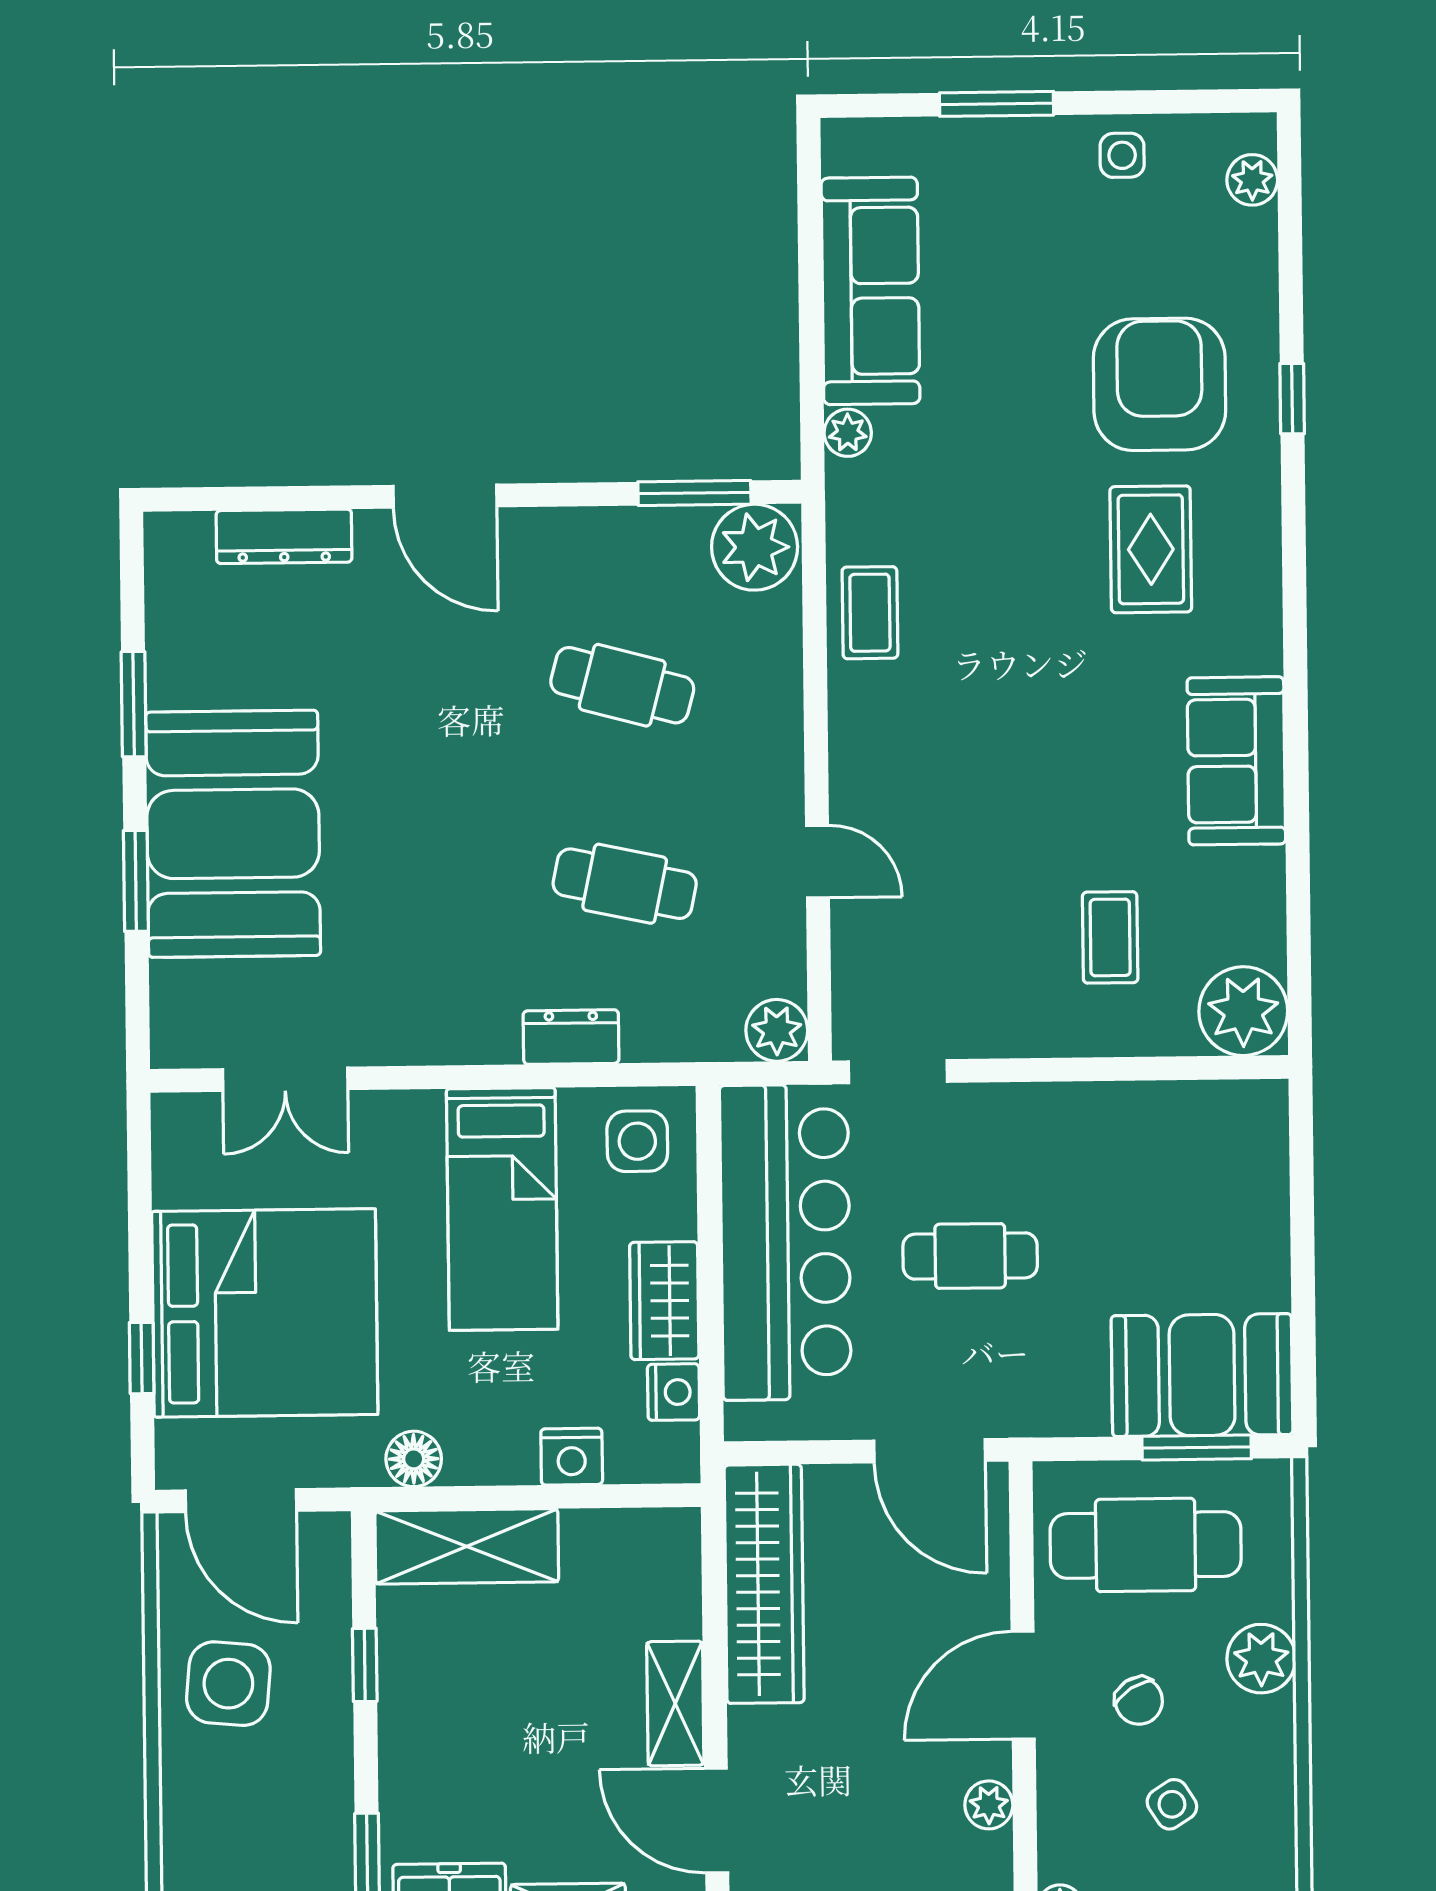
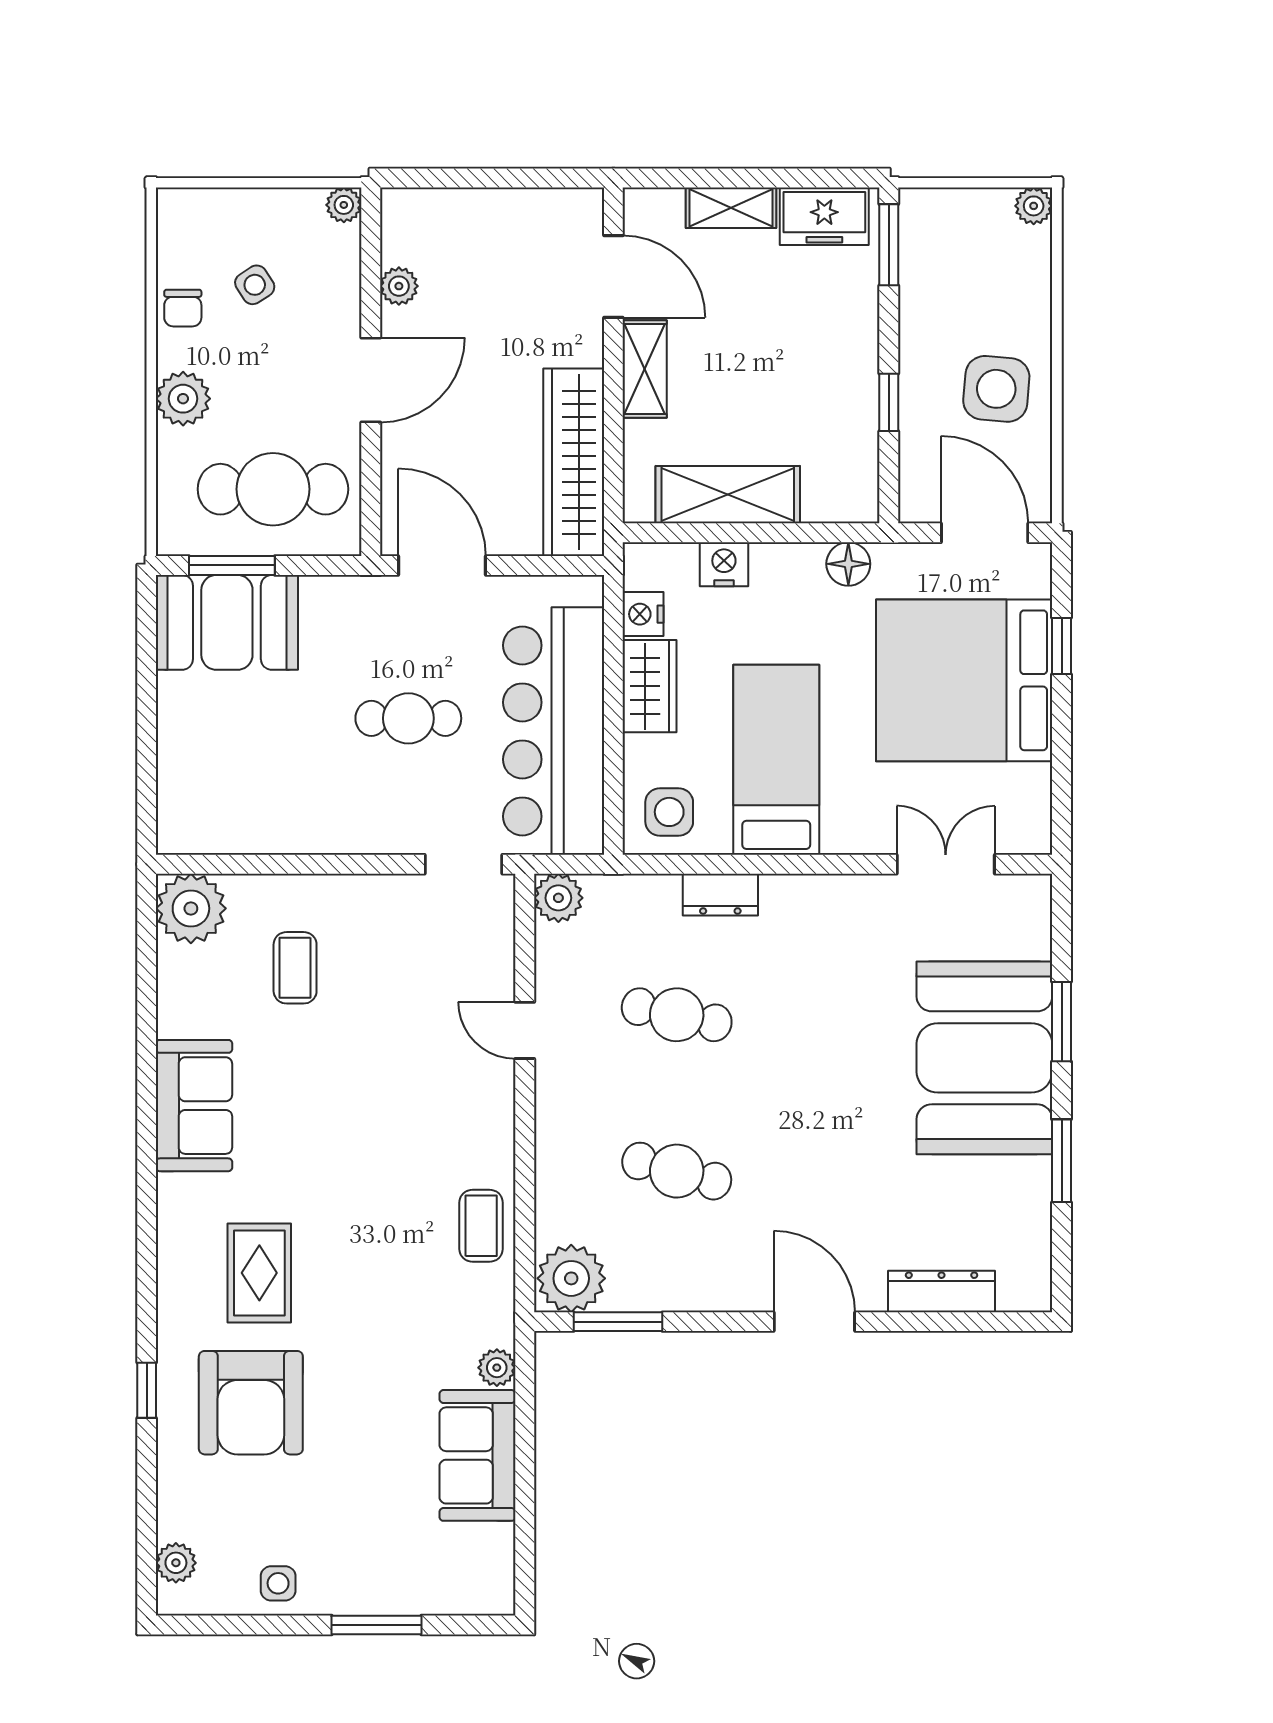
sofa: (870, 291) -> (477, 1455), width x0.73
shelving: (467, 1546) -> (728, 495), moved
chair: (1139, 1701) -> (183, 308), moved, turned -148

